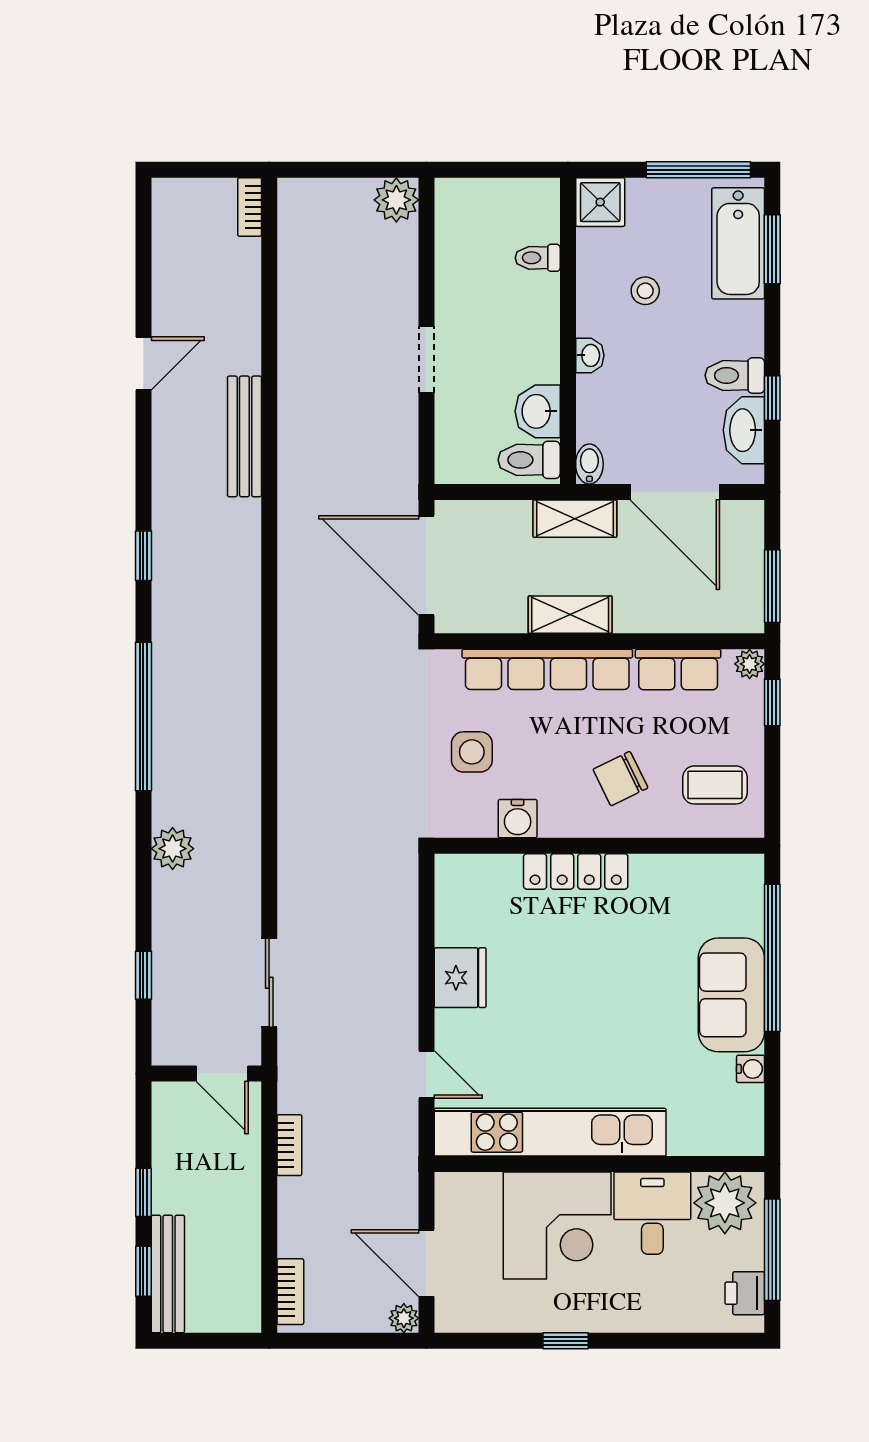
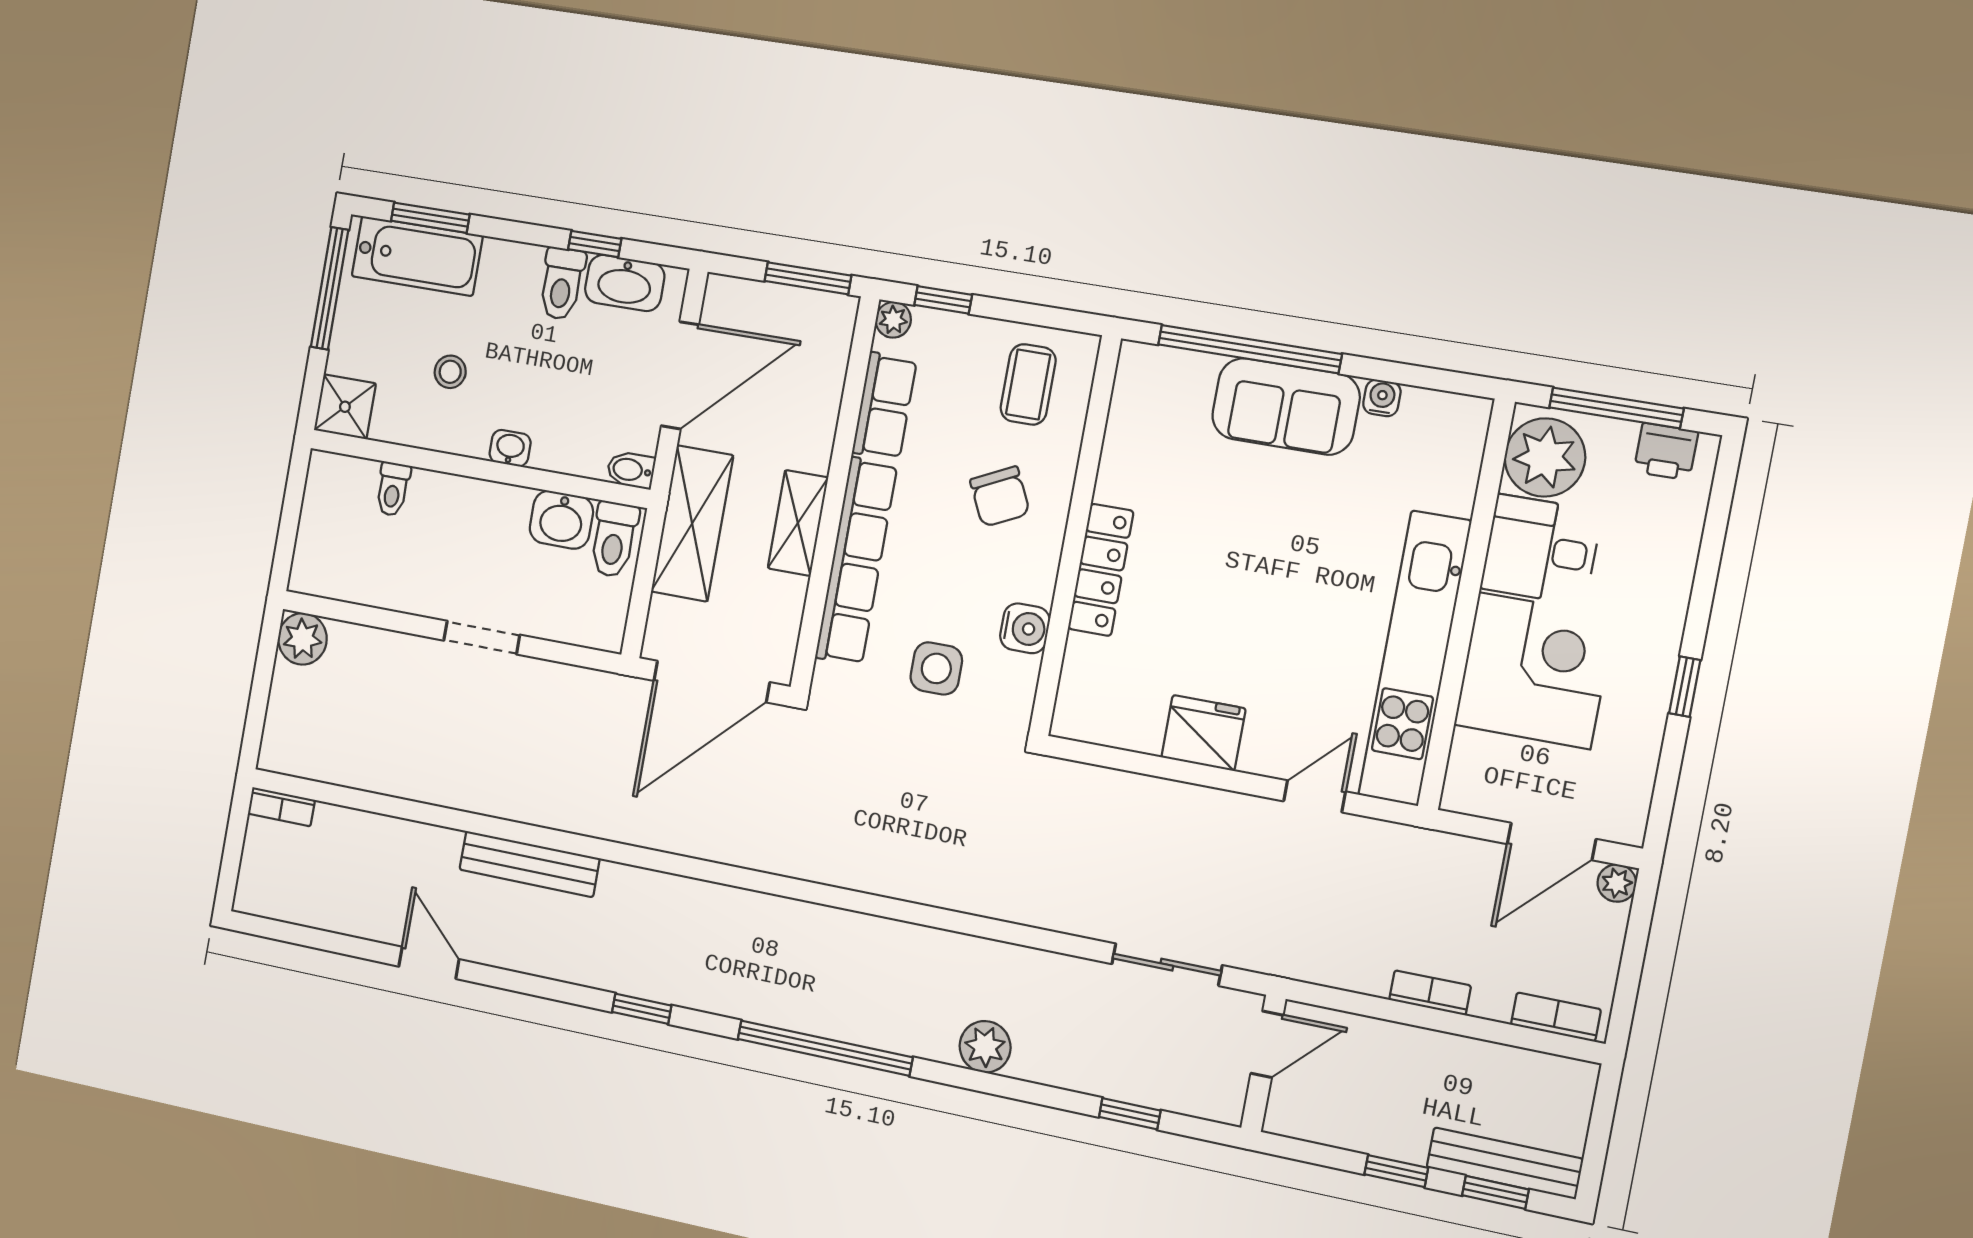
shelving: (575, 519) -> (692, 523), width x1.50, depth x1.33
bookcase: (289, 1145) -> (1430, 993), moved

